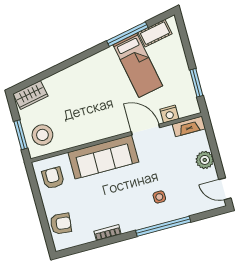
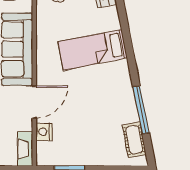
bed: (138, 65) -> (93, 50), moved

